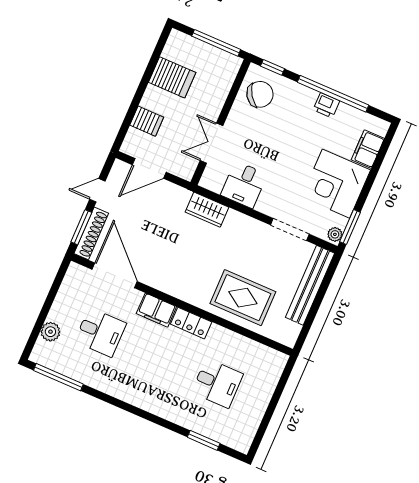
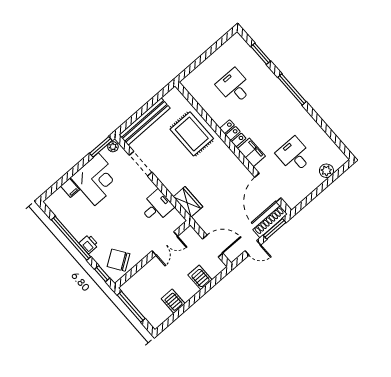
server rack: (172, 77) -> (173, 301), width x0.73, depth x0.70
printer: (326, 105) -> (89, 244), moved
filing cabinet: (368, 149) -> (70, 188), width x0.50
window: (58, 377) -> (292, 89), moved

